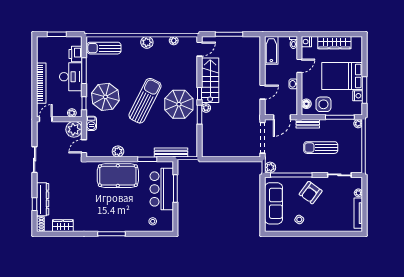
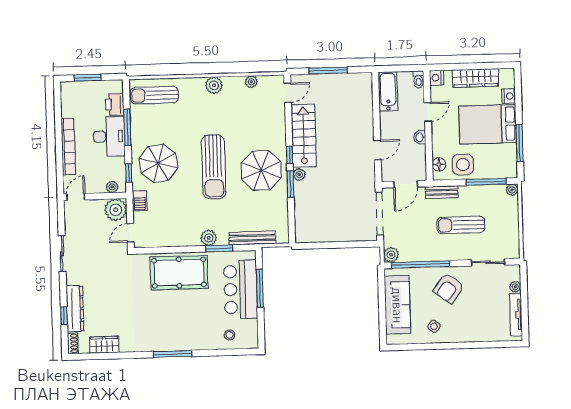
nightstand: (358, 96) -> (509, 96), moved
sun lounger: (145, 101) -> (214, 167), turned 153
plant: (118, 151) -> (209, 238), moved

